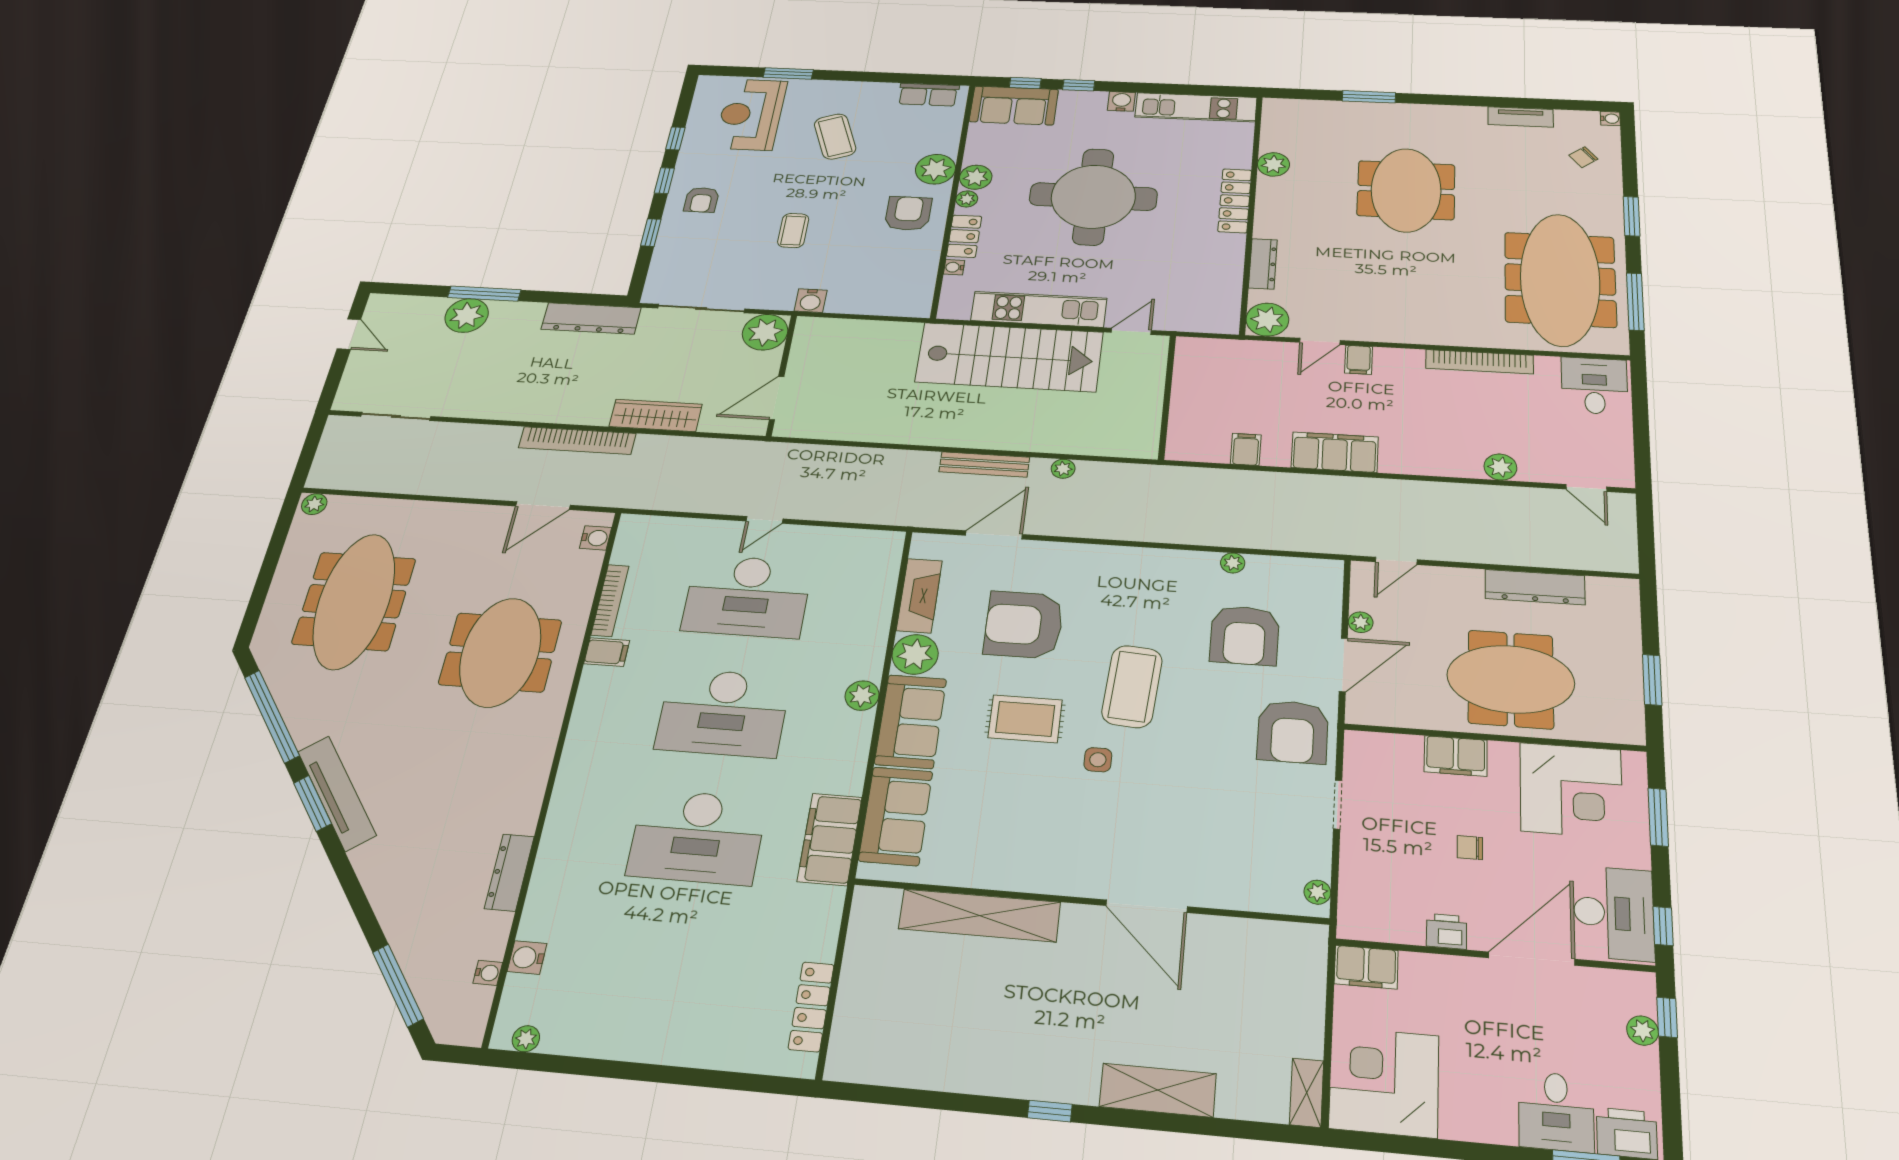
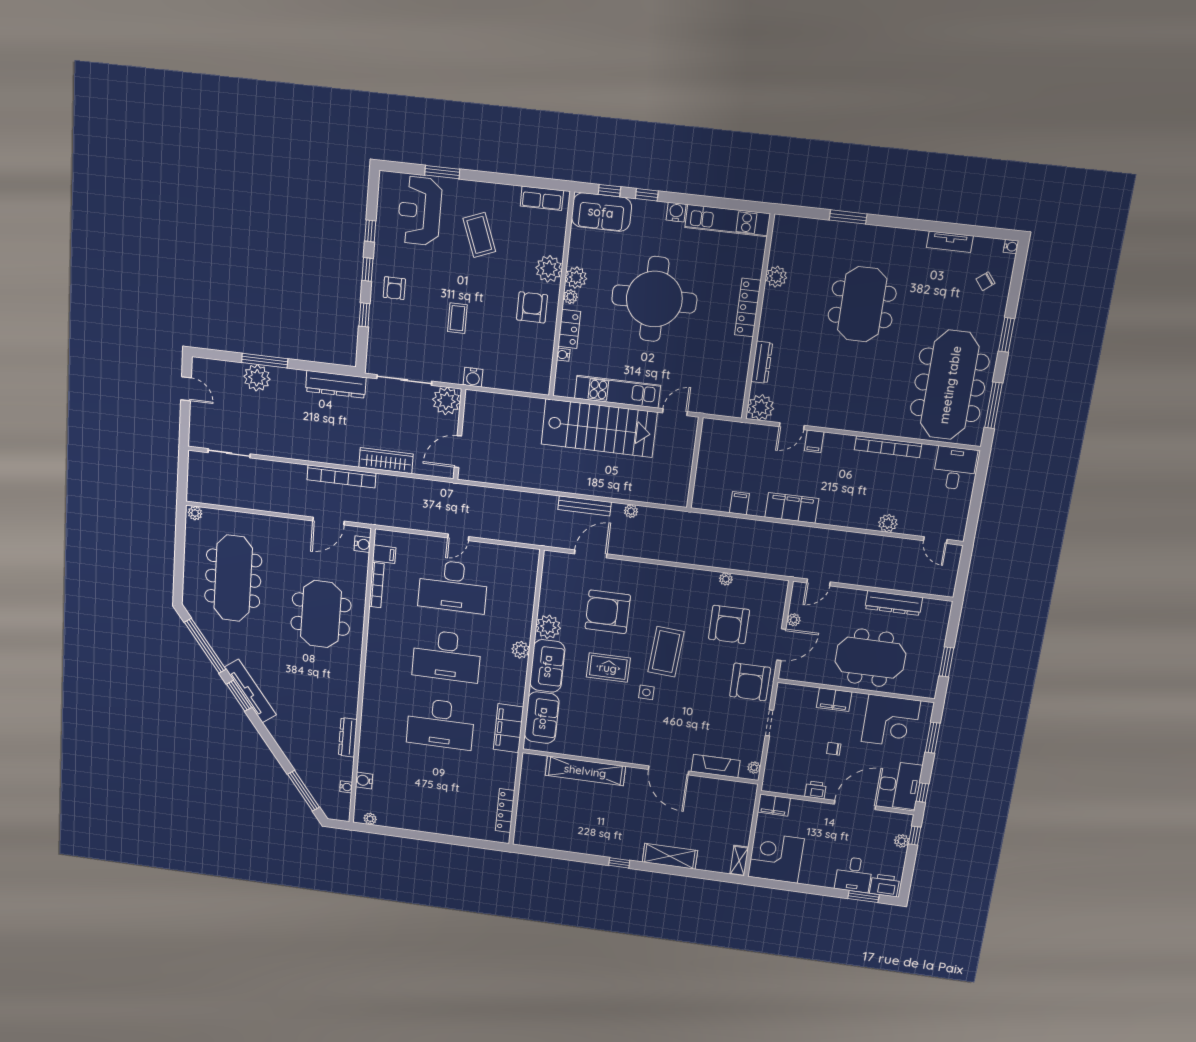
fireplace: (919, 596) -> (716, 766), moved, turned -90
filing cabinet: (607, 652) -> (384, 554), moved

